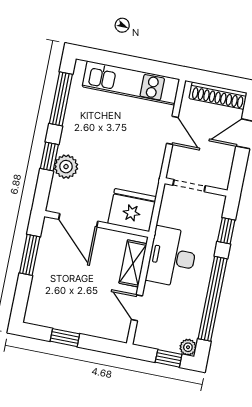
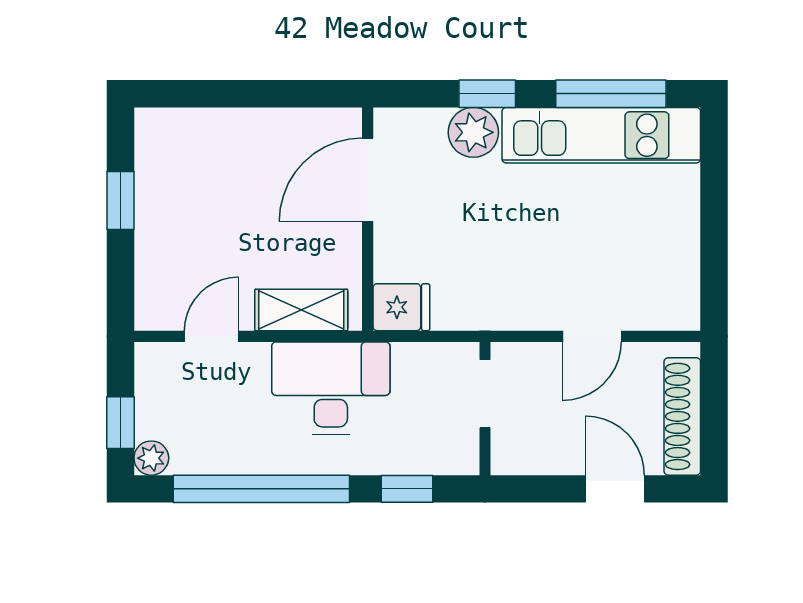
kitchen unit: (131, 83) -> (601, 135), moved, turned -90
fridge: (132, 210) -> (401, 307), width x0.53, depth x0.75
window: (30, 255) -> (276, 94), removed

